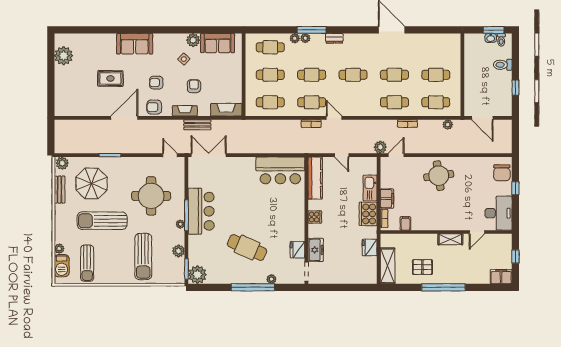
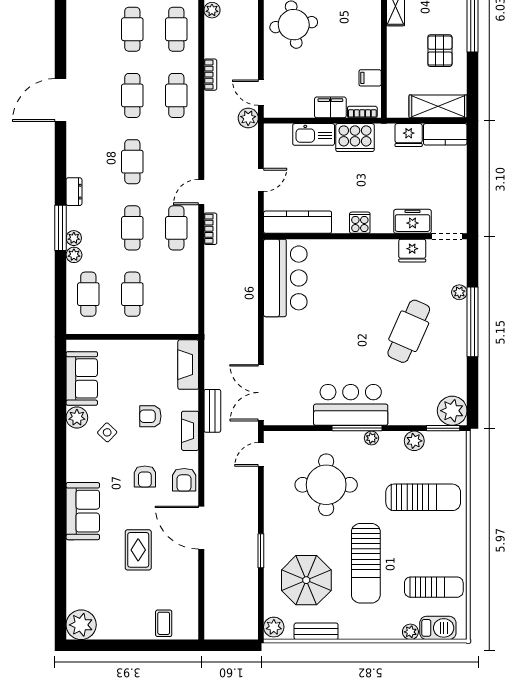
plant: (64, 56) -> (81, 625), moved
coffee table: (65, 94) -> (164, 623), added
cafe table: (270, 102) -> (176, 294), removed
kitchen counter: (370, 270) -> (445, 134), added

